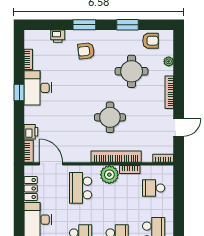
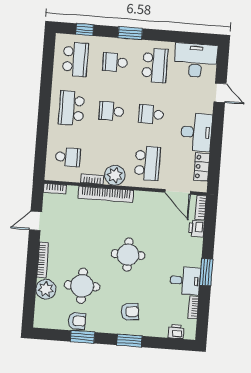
printer: (58, 36) -> (176, 332), moved
armchair: (150, 41) -> (77, 321), moved, turned 180
plant: (169, 61) -> (46, 289), width x1.88, depth x1.88
desk: (38, 88) -> (185, 281), width x0.73
window: (19, 92) -> (206, 272), width x1.50
round table: (110, 117) -> (128, 255), moved

